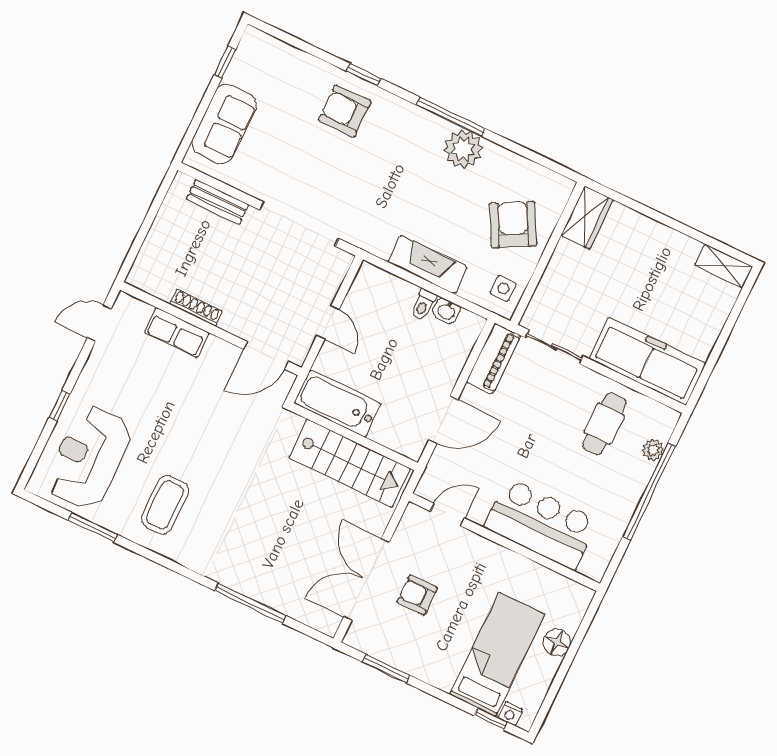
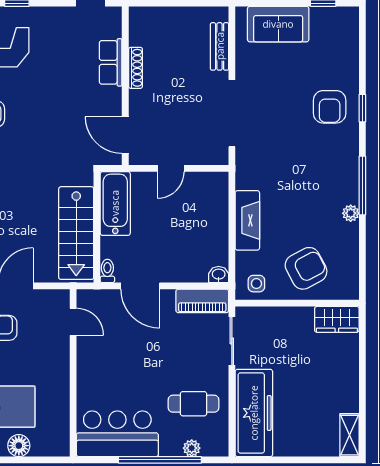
armchair: (345, 111) -> (330, 107), turned 180
plant: (463, 149) -> (351, 213), width x0.53, depth x0.53
toilet: (423, 304) -> (107, 271), moved, turned 90
washbasin: (447, 311) -> (219, 275), moved, turned 90
bar counter: (541, 524) -> (117, 434), moved, turned -90

